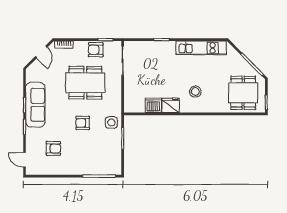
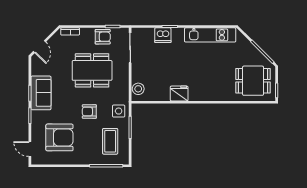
armchair: (96, 50) -> (103, 37), turned 180
door: (41, 52) -> (39, 47), moved
stool: (195, 92) -> (138, 89), moved
dining table: (243, 93) -> (253, 81), turned 90
sofa: (35, 105) -> (41, 93), width x0.73
dishwasher: (153, 105) -> (163, 35), moved, turned 180
armchair: (53, 148) -> (59, 137), width x1.88, depth x1.88
coffee table: (103, 152) -> (110, 141), added

